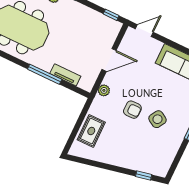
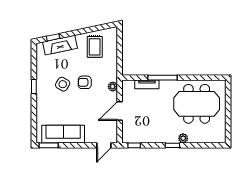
rug: (91, 131) -> (95, 47), moved
fireplace: (140, 163) -> (60, 45), added

